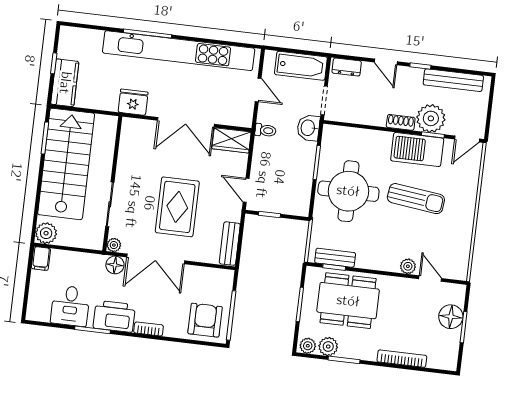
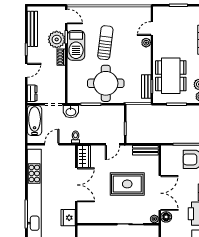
floor lamp: (451, 317) -> (173, 14), removed

